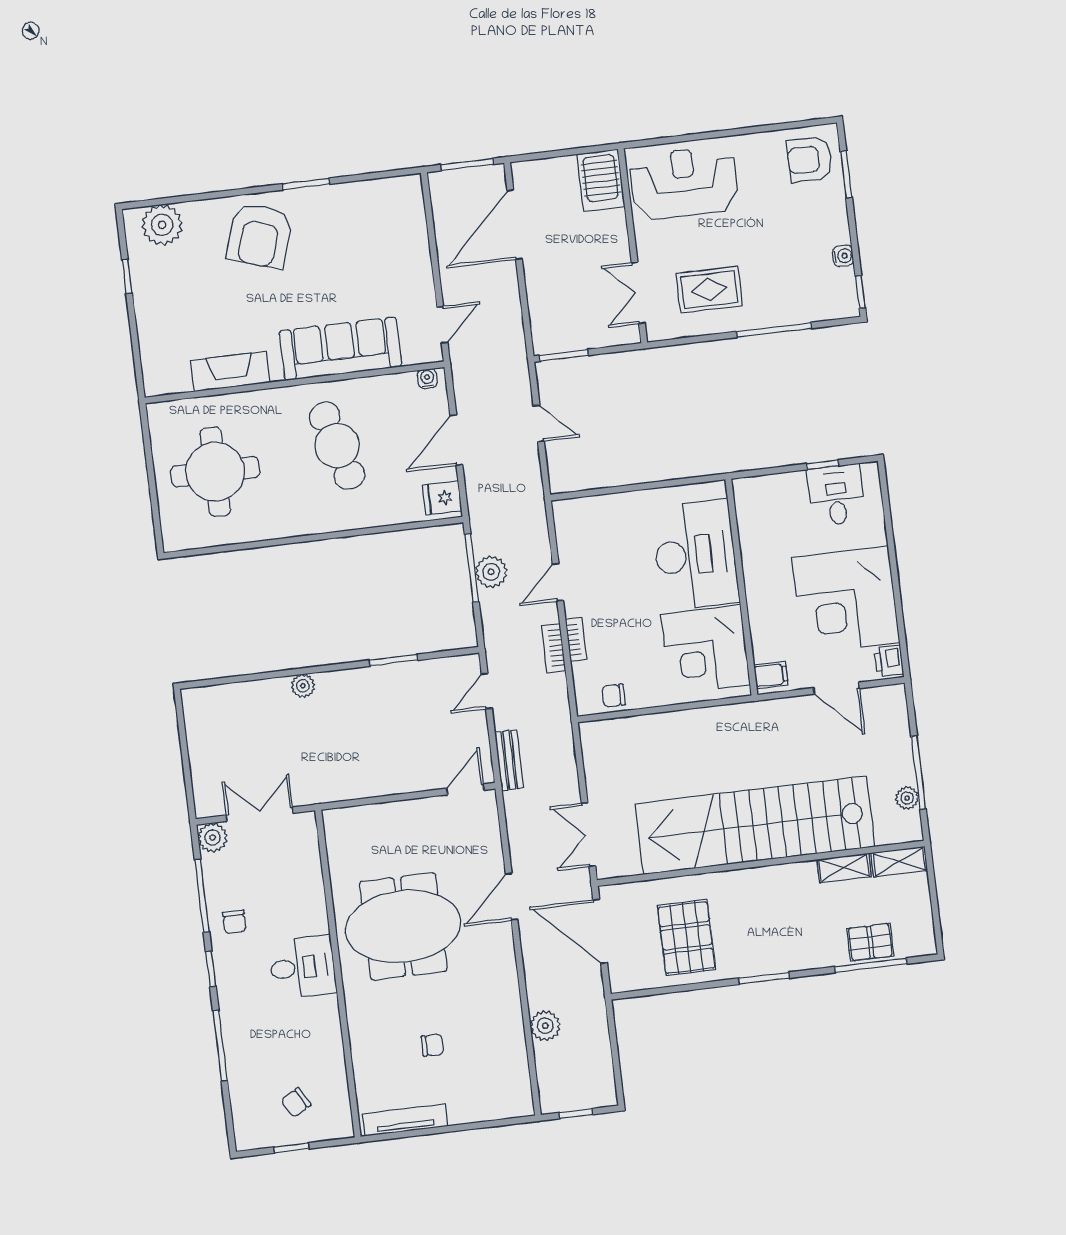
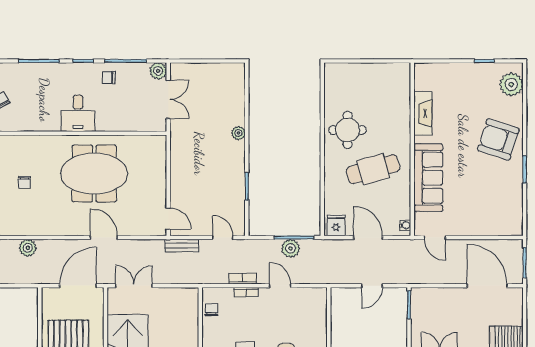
round table: (215, 472) -> (348, 130), moved, width x0.73, depth x0.73
meeting table: (403, 926) -> (94, 174), turned 90

